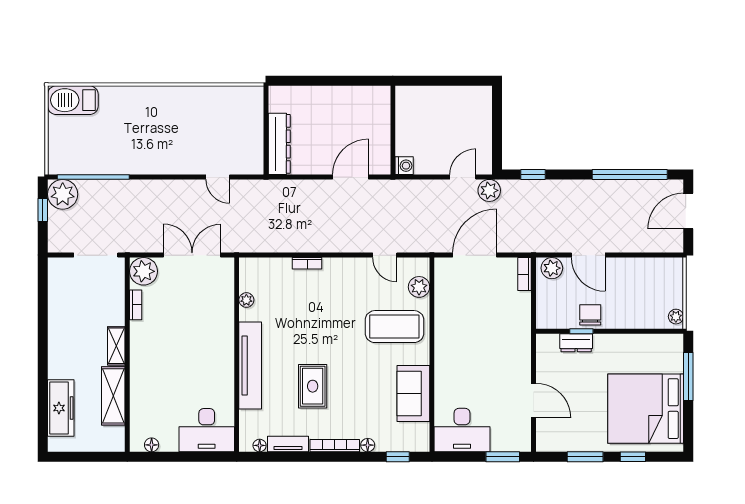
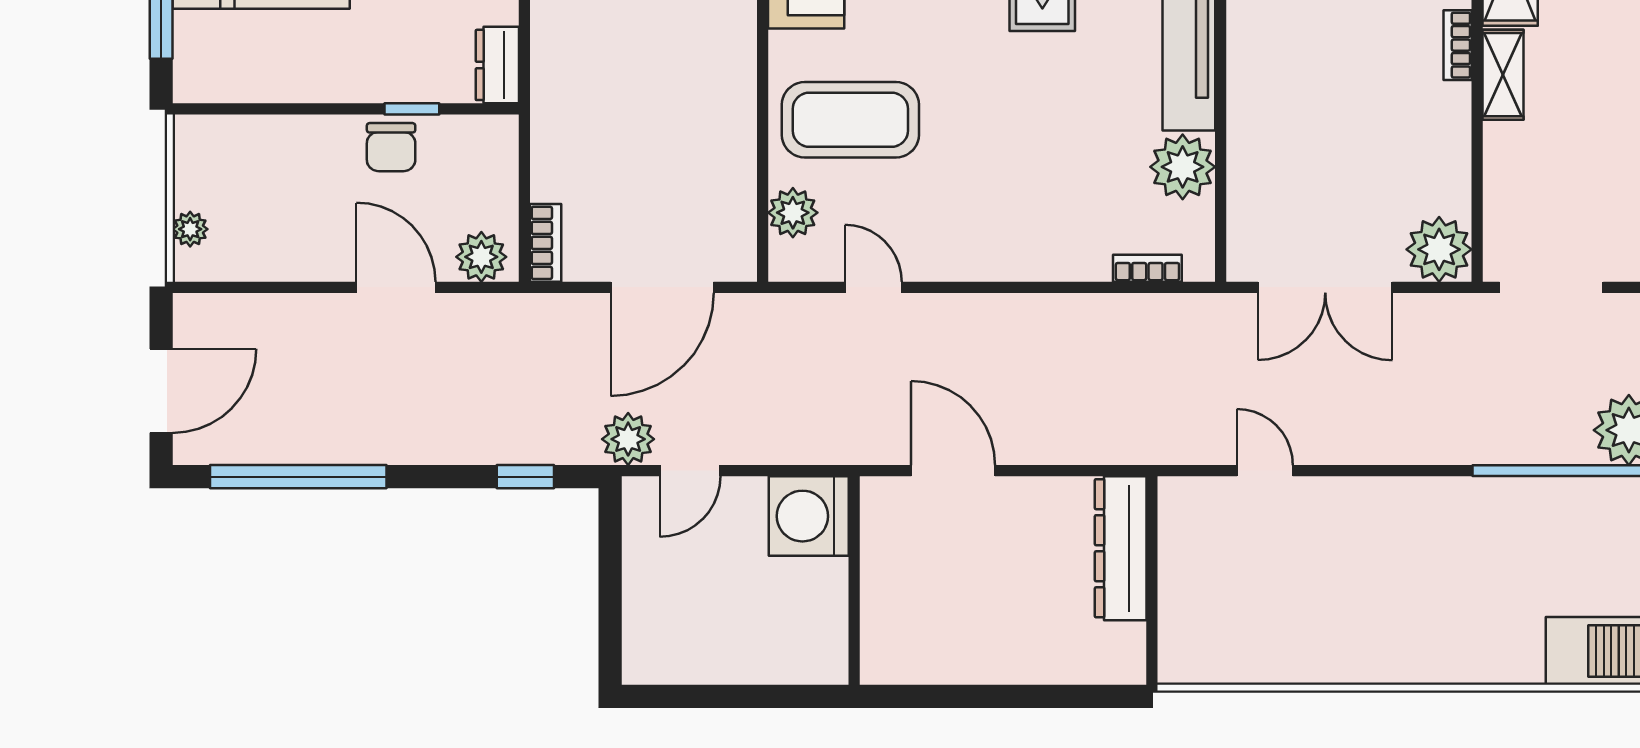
washing machine: (404, 166) -> (809, 516), width x1.89, depth x1.89
door: (351, 177) -> (953, 471), swing flipped
bookcase: (307, 263) -> (1147, 268), moved
plant: (246, 300) -> (1183, 167), width x1.88, depth x1.88
bookcase: (136, 305) -> (1458, 45), moved
plant: (676, 317) -> (190, 229), moved
dresser: (576, 343) -> (497, 65), moved, turned -90

